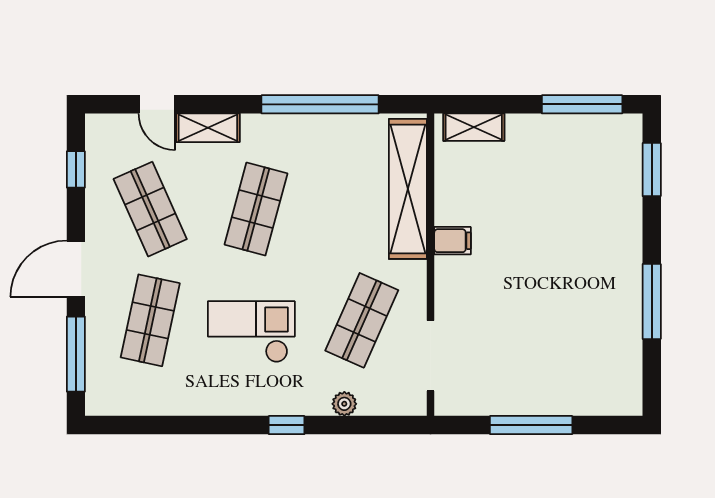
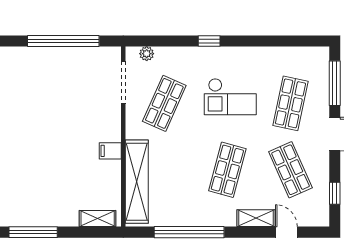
plant: (344, 404) -> (147, 54), moved
window: (531, 425) -> (63, 41), width x1.46

